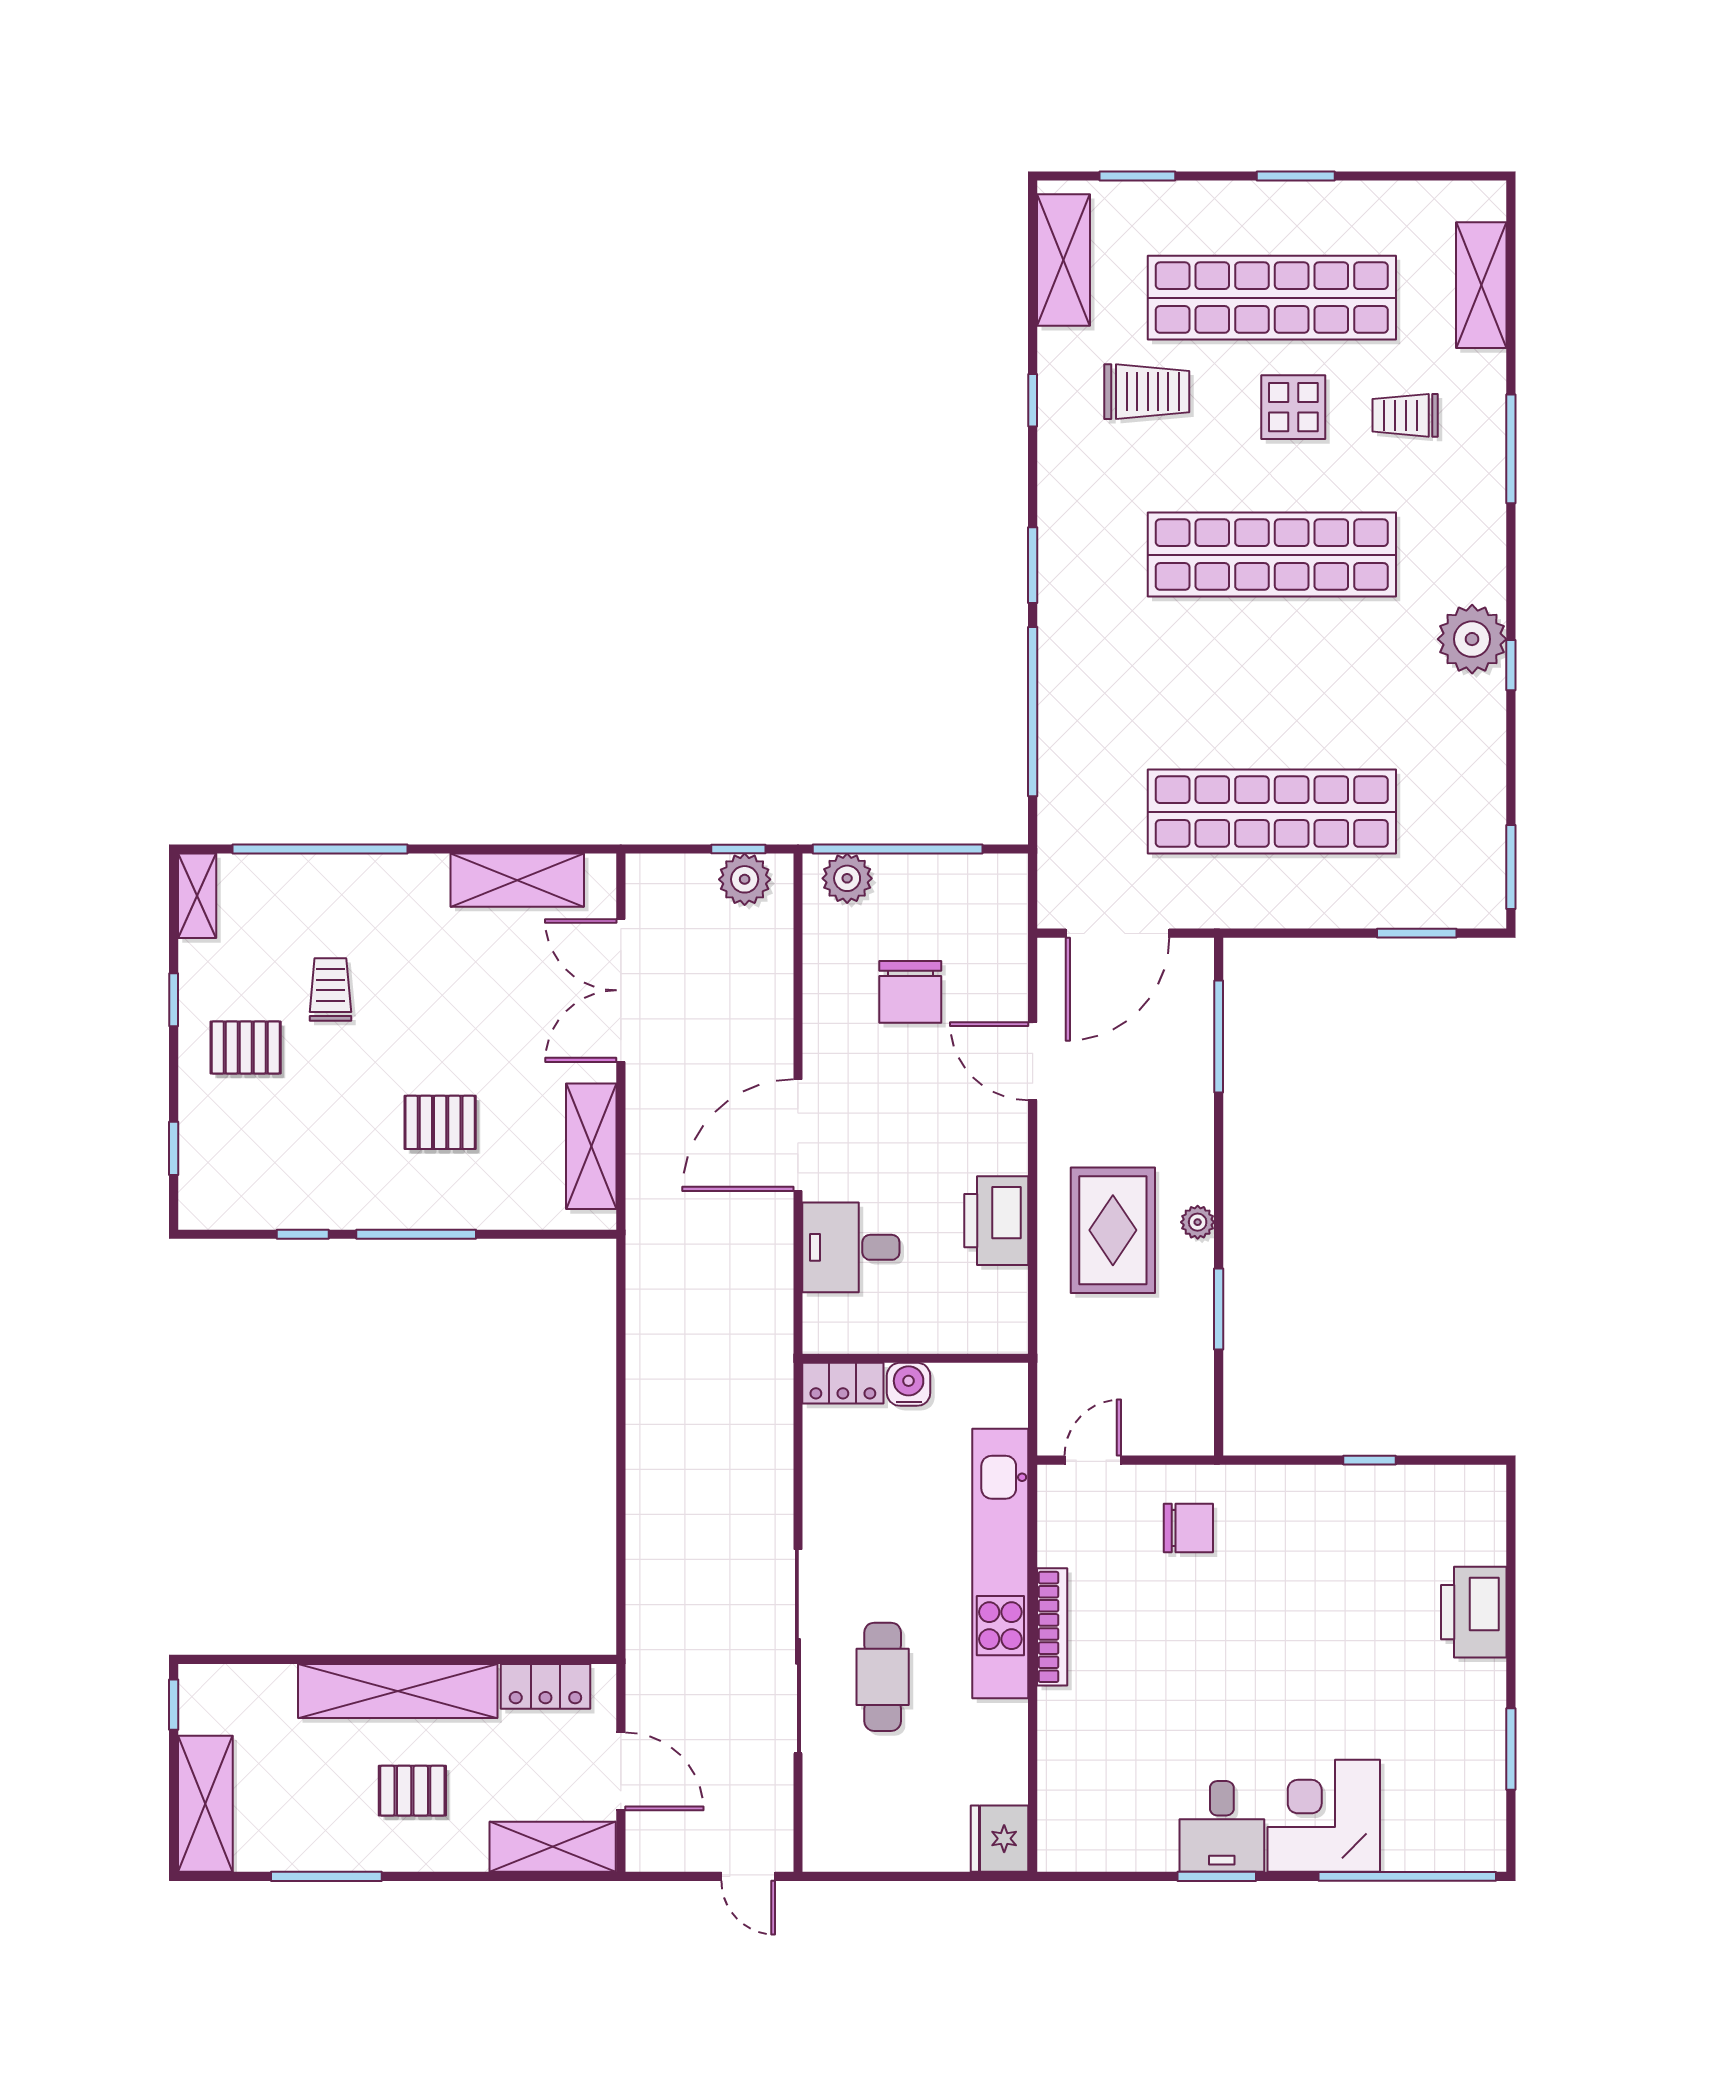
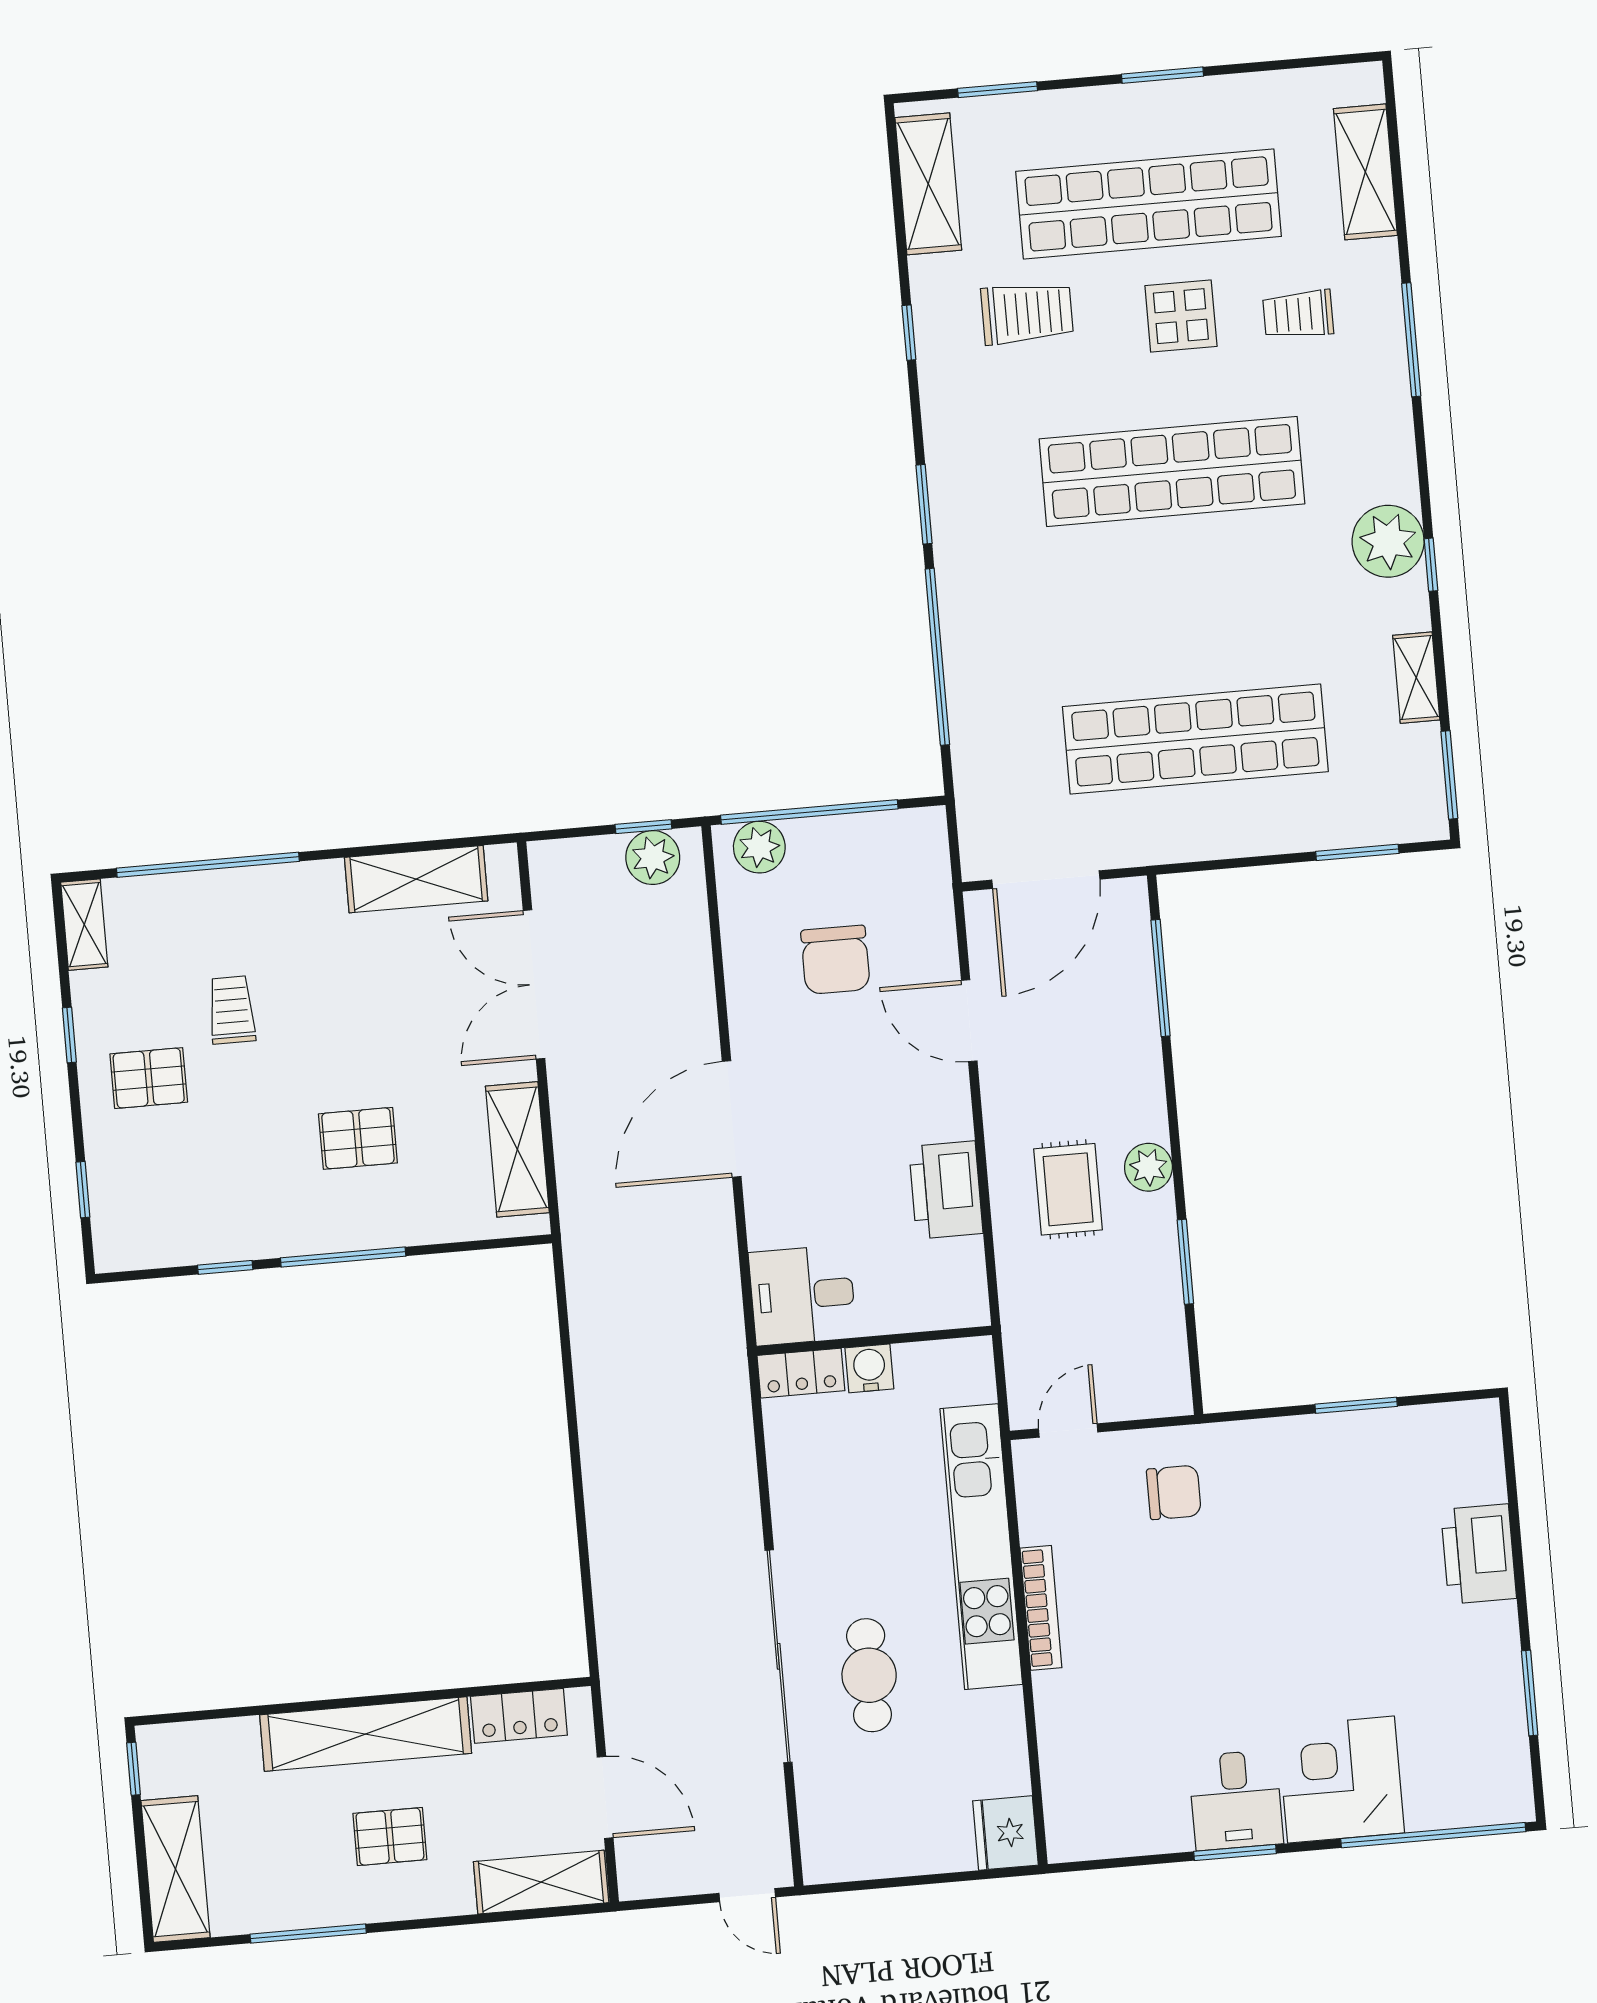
shelving: (1487, 771) -> (1416, 678), added
plant: (1198, 1222) -> (1148, 1167), width x1.38, depth x1.38
rug: (1113, 1230) -> (1068, 1189), width x0.73, depth x0.70
desk: (851, 1247) -> (802, 1295), moved
window: (1369, 1460) -> (1356, 1405), width x1.50

